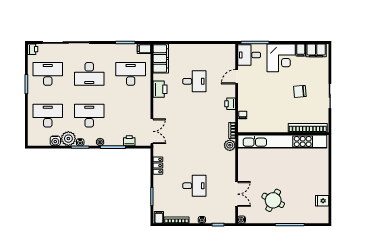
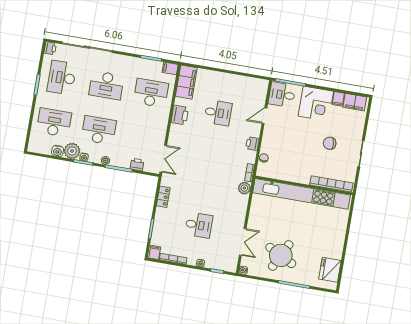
desk: (48, 74) -> (62, 78), turned -90
round table: (273, 200) -> (281, 255), width x1.36, depth x1.36
fridge: (322, 201) -> (330, 270), width x1.88, depth x1.34

